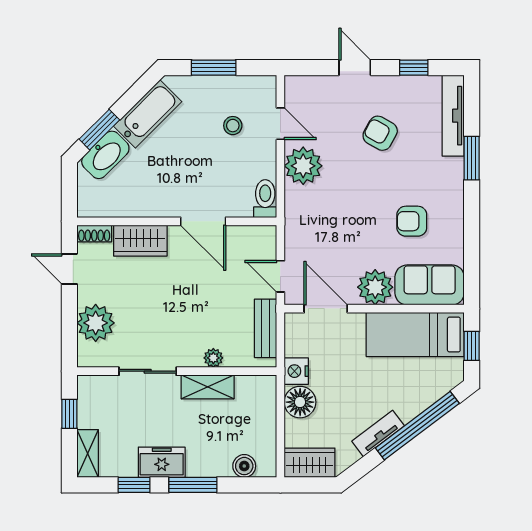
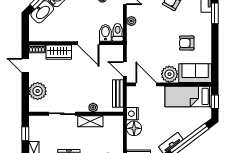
plant: (303, 166) -> (131, 21), width x0.53, depth x0.53
bidet: (239, 200) -> (105, 33), added

